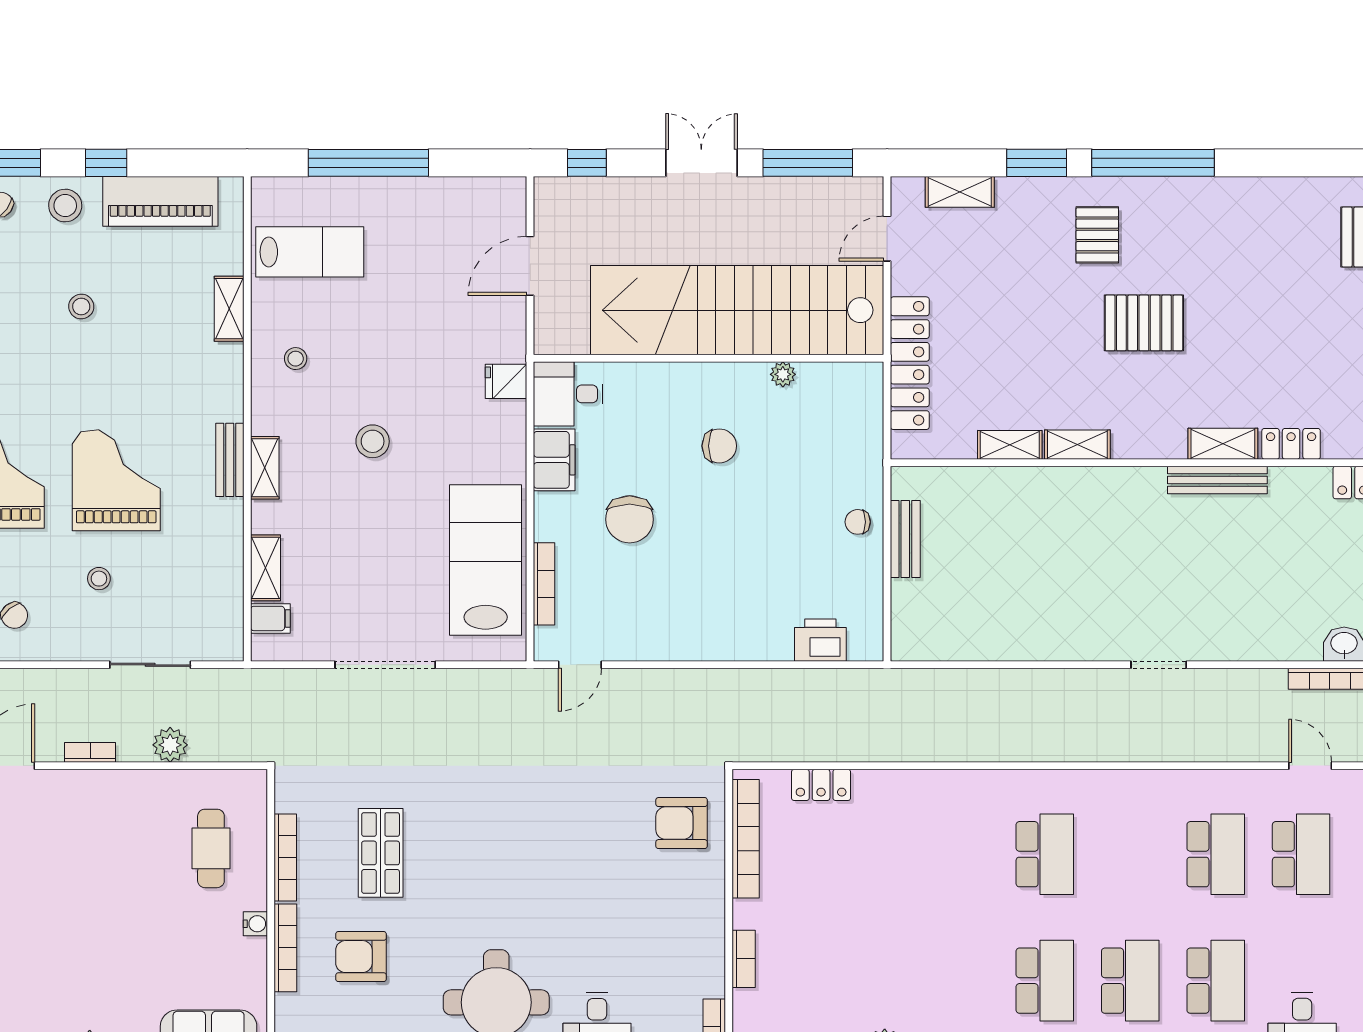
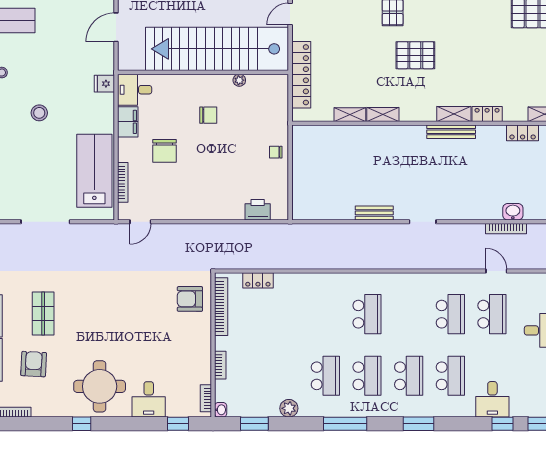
bench: (905, 539) -> (374, 213), moved, turned 90
armchair: (361, 957) -> (34, 364), turned 93
school desk: (959, 981) -> (325, 376), added

